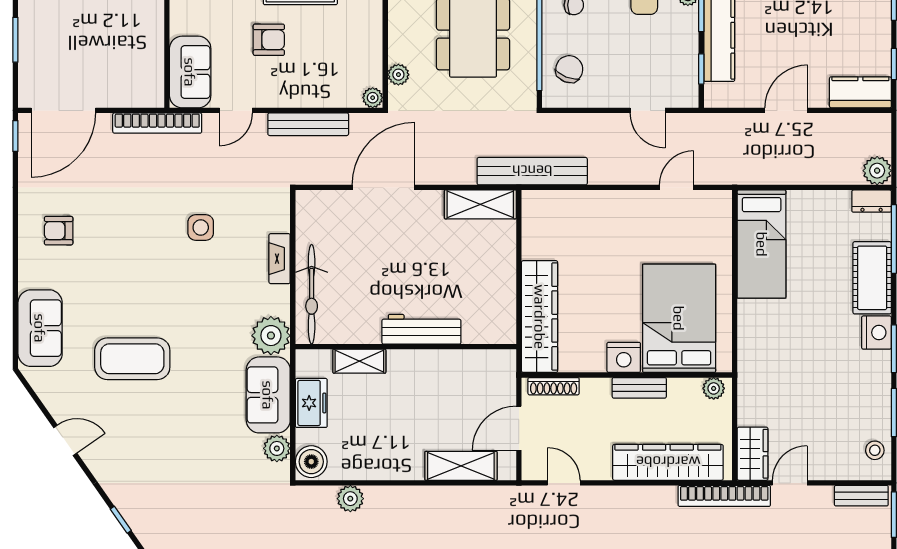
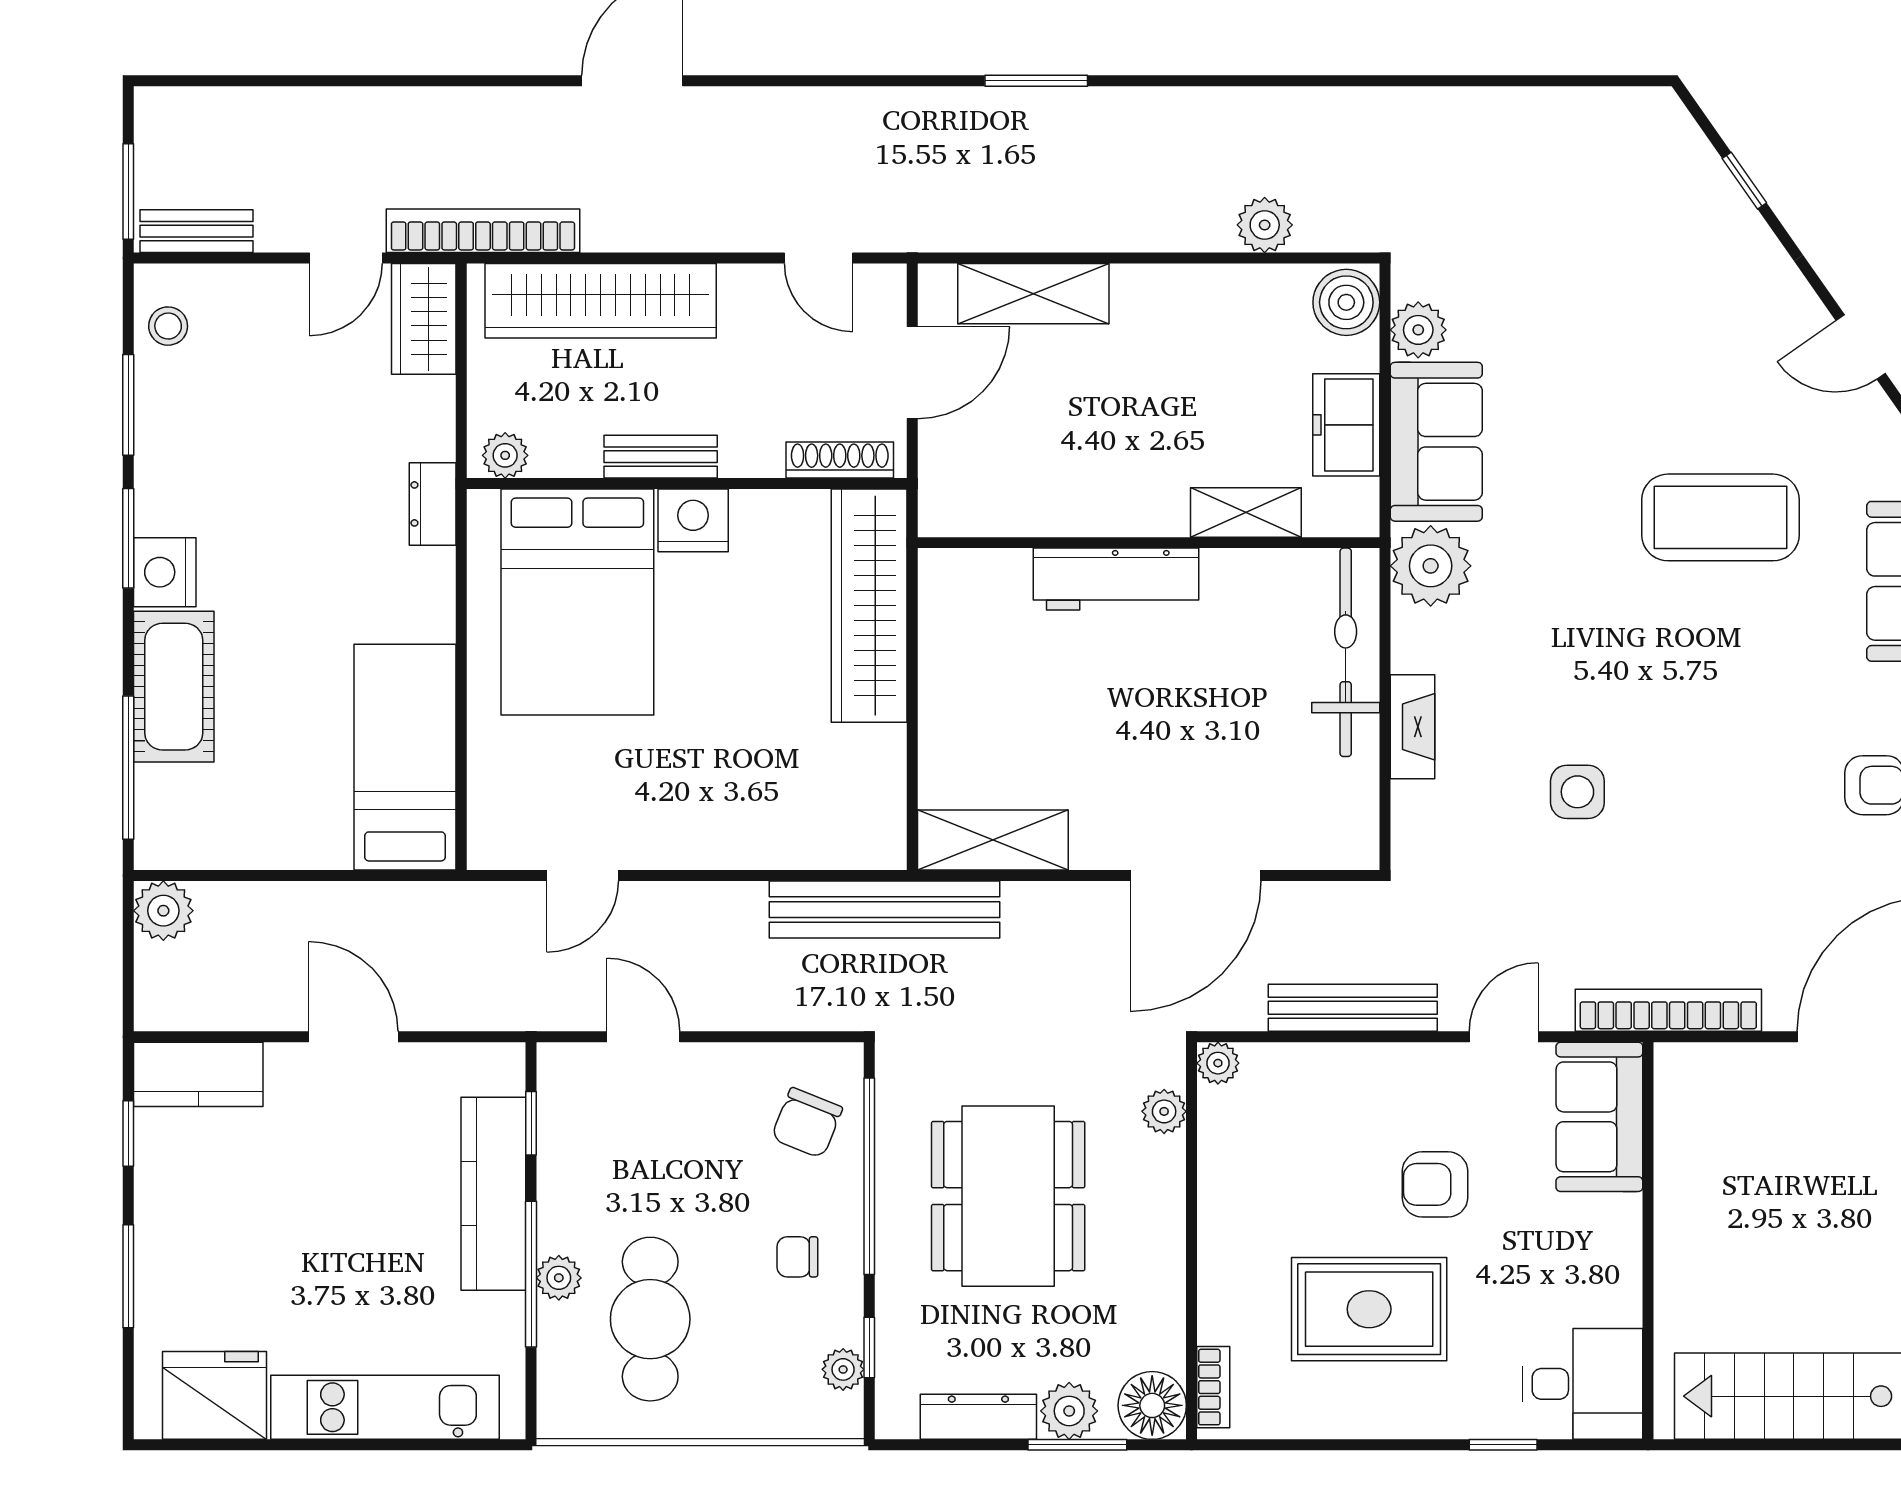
door: (786, 110) -> (353, 1037), swing flipped
dresser: (872, 201) -> (433, 504), moved, turned -90

